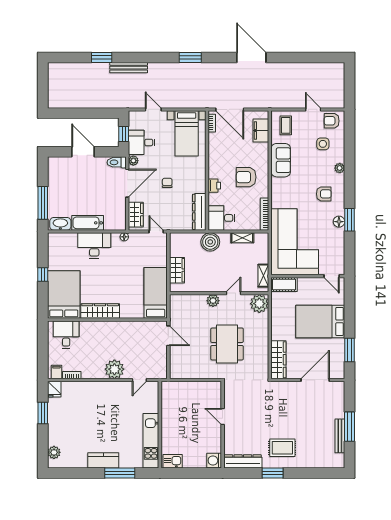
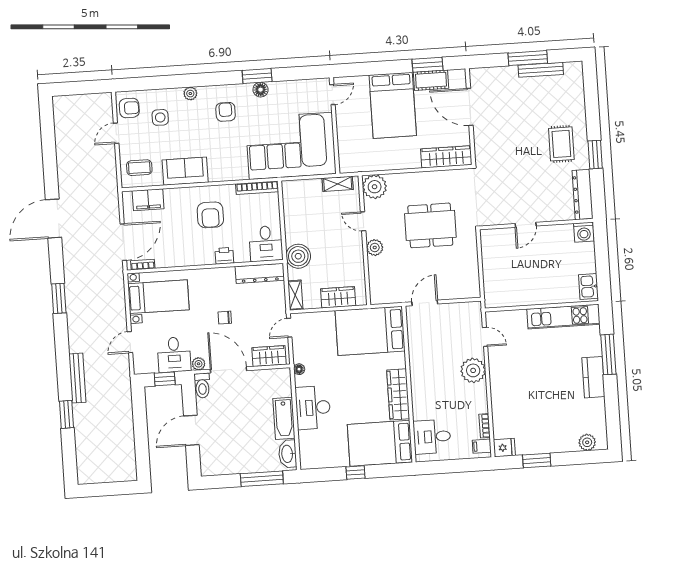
armchair: (332, 121) -> (129, 108), turned -90
shelving: (242, 238) -> (295, 295), moved
cot: (284, 284) -> (431, 80), moved, turned 90
bed: (156, 293) -> (370, 331), width x1.50

